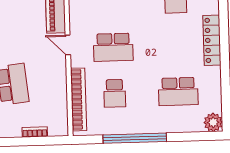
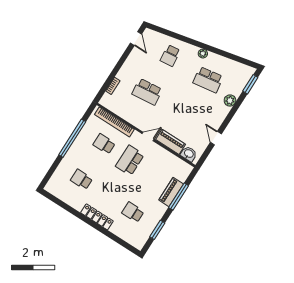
school desk: (178, 91) -> (81, 179), width x0.54
plant: (213, 122) -> (52, 187), removed

